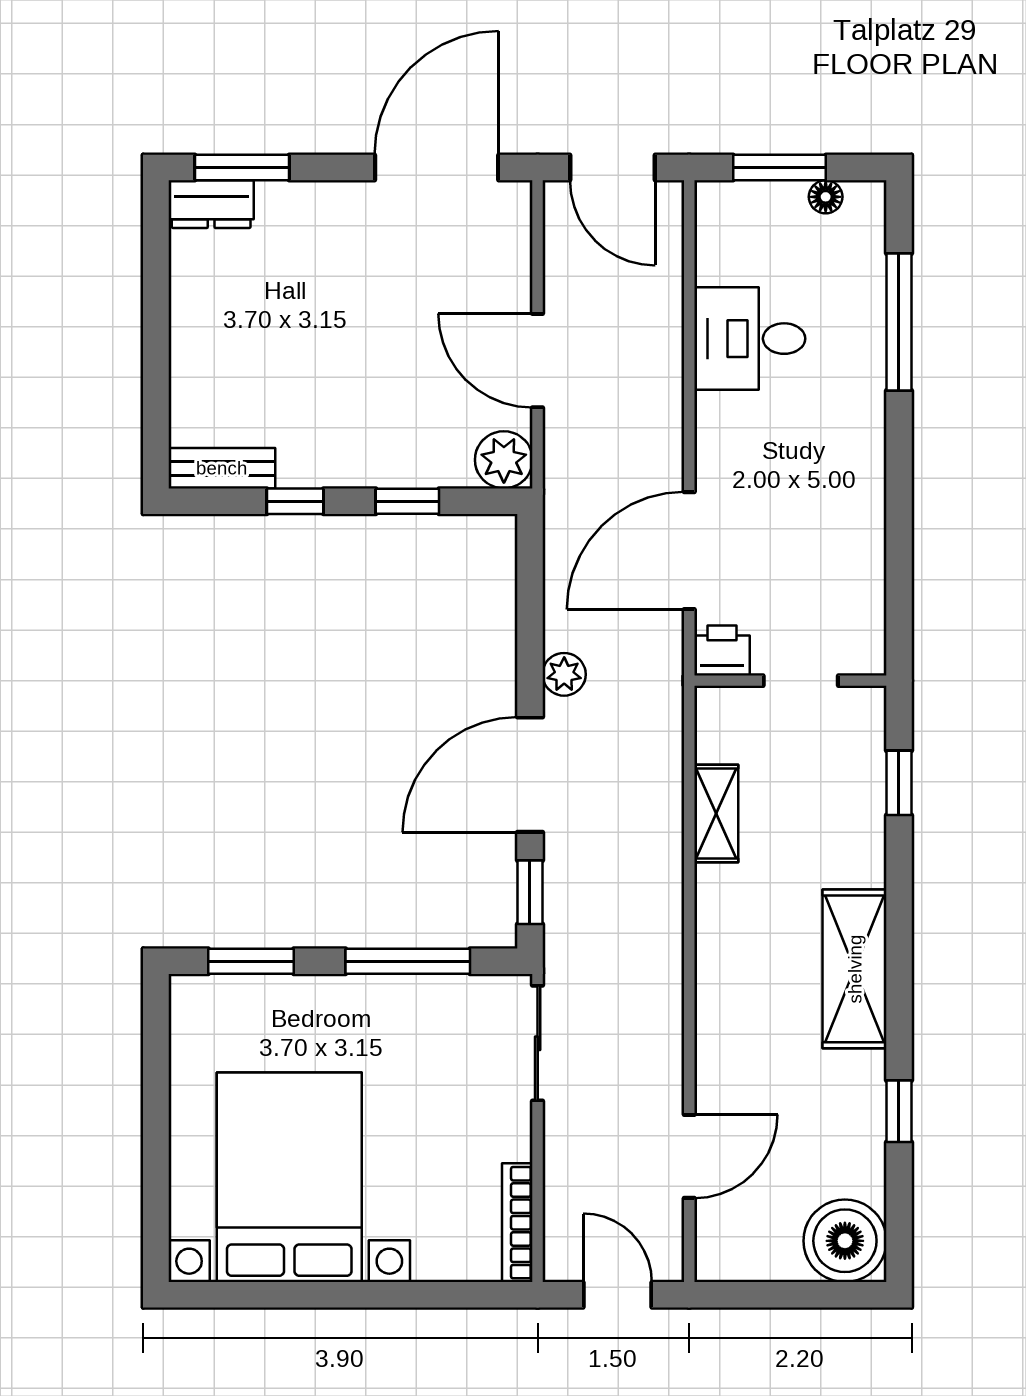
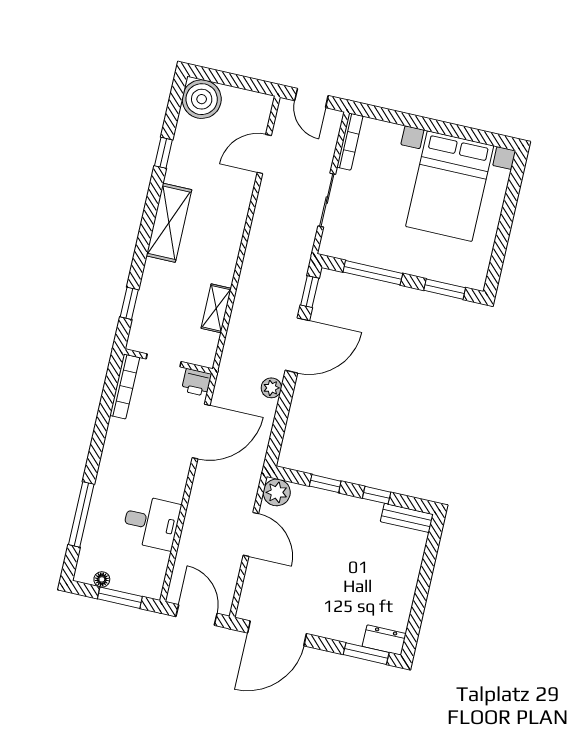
bookcase: (869, 608) -> (125, 386), added
sliding door: (538, 1043) -> (327, 200), moved

